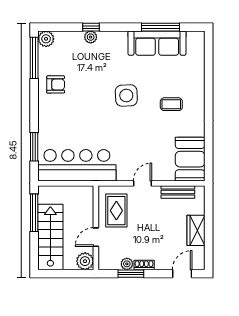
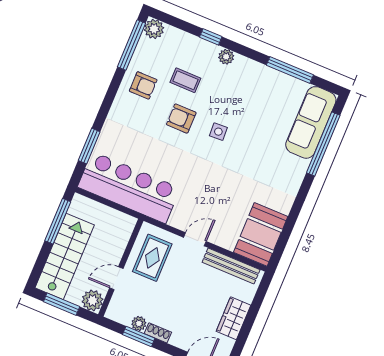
plant: (91, 37) -> (226, 57), moved
sofa: (157, 43) -> (311, 122), moved, turned 90
window: (209, 72) -> (323, 144), added
side table: (126, 96) -> (218, 132), width x0.54, depth x0.54
armchair: (94, 97) -> (181, 119), added
coffee table: (171, 104) -> (185, 80), moved
bench: (178, 192) -> (231, 266), width x1.36
window: (63, 274) -> (62, 304), added

